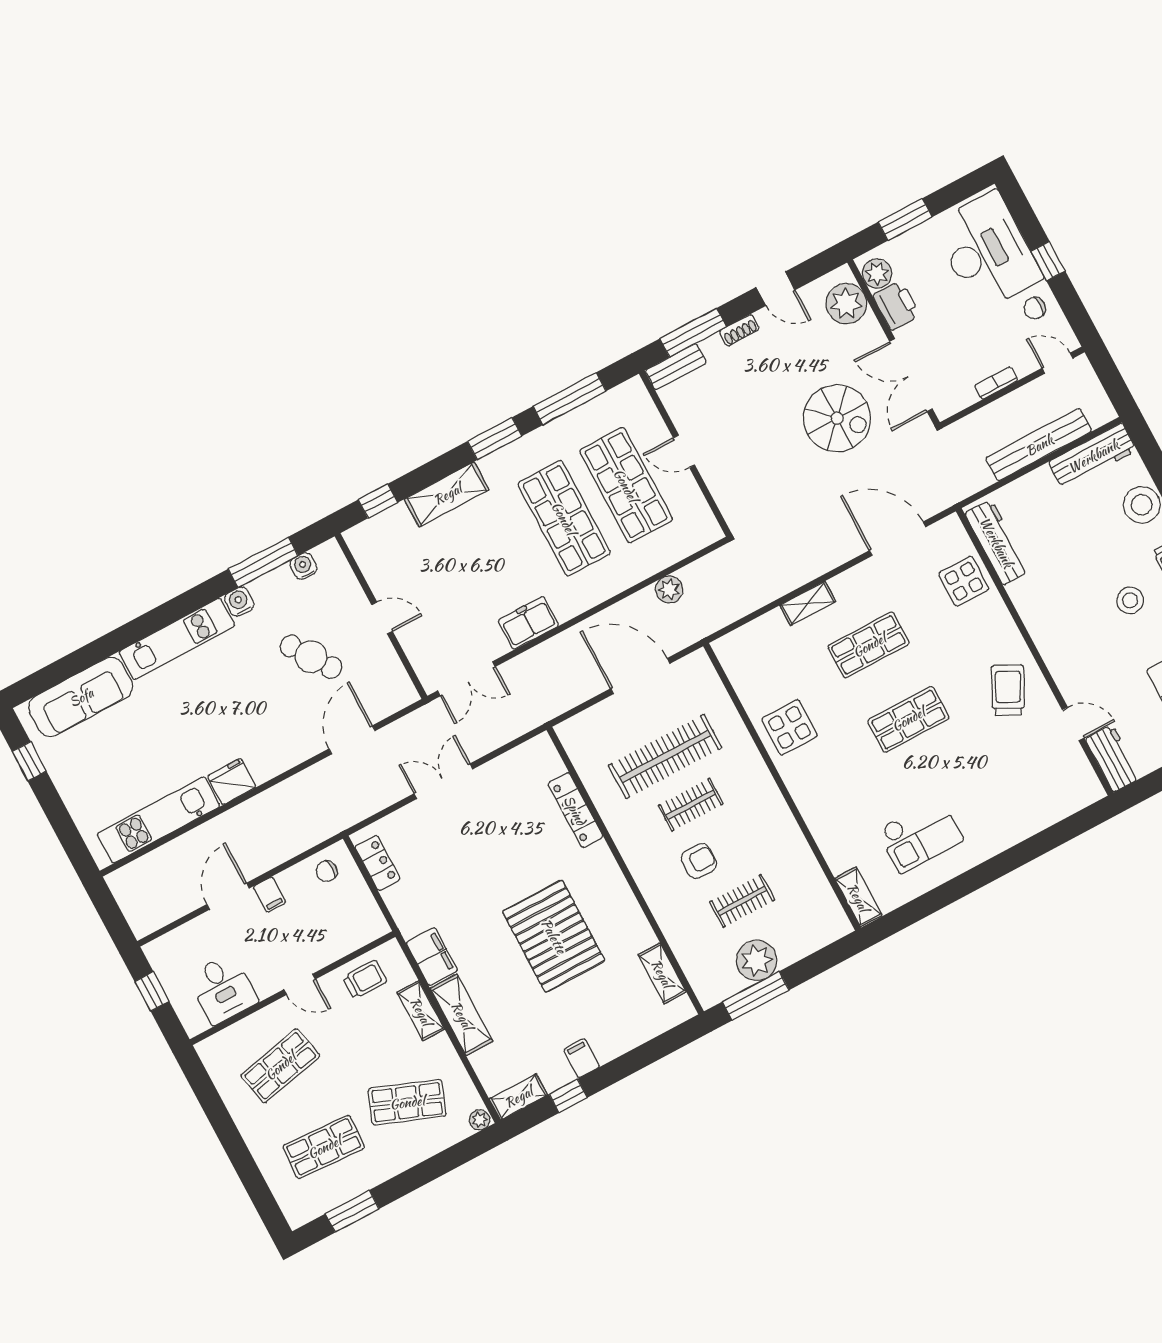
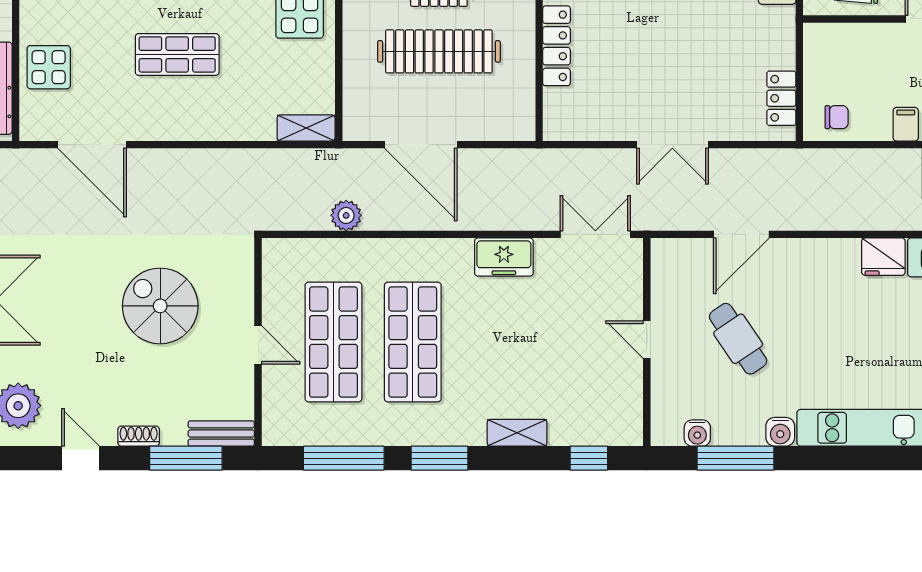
spiral stairs: (837, 418) -> (160, 306), moved
shelving: (447, 494) -> (517, 433), width x0.67, depth x0.75
shelving: (808, 603) -> (306, 128), moved

